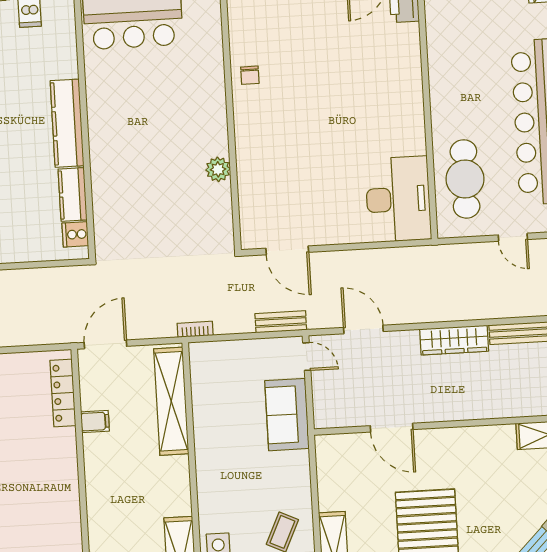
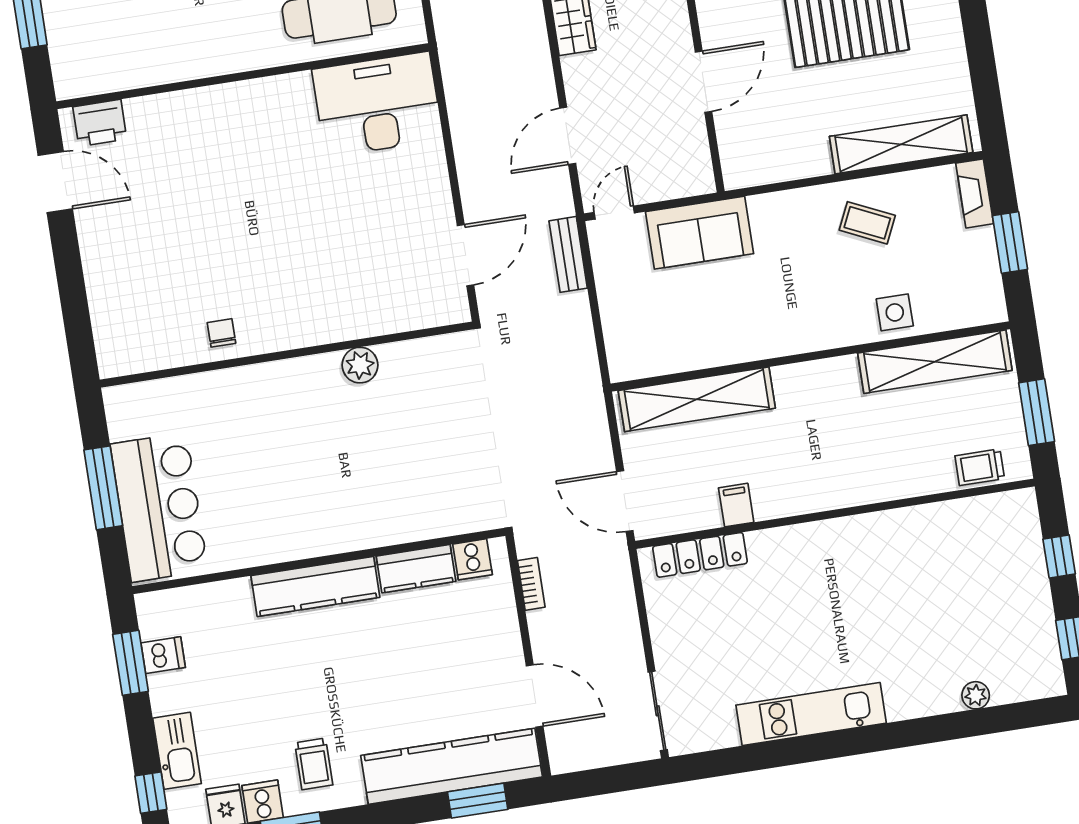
chair: (250, 75) -> (222, 333), turned -90
bookcase: (195, 329) -> (531, 584), moved, turned 180

